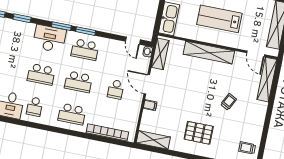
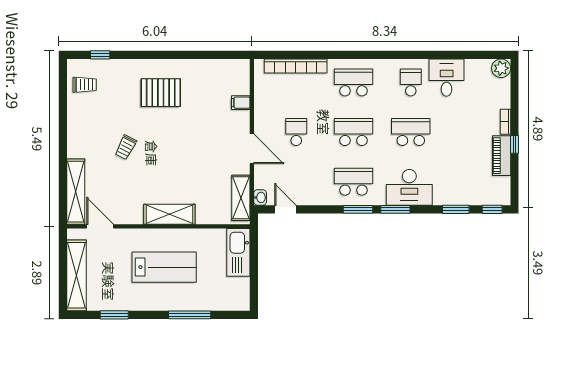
shelving: (209, 53) -> (169, 214), width x0.68
filing cabinet: (150, 105) -> (241, 103), moved
shelving: (153, 140) -> (226, 69), removed

